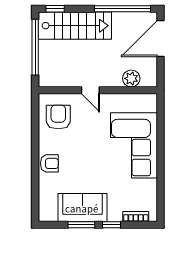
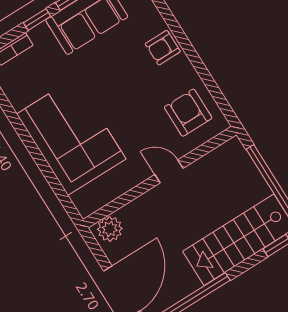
plant: (131, 78) -> (110, 229), moved
armchair: (58, 117) -> (188, 113), turned 180

